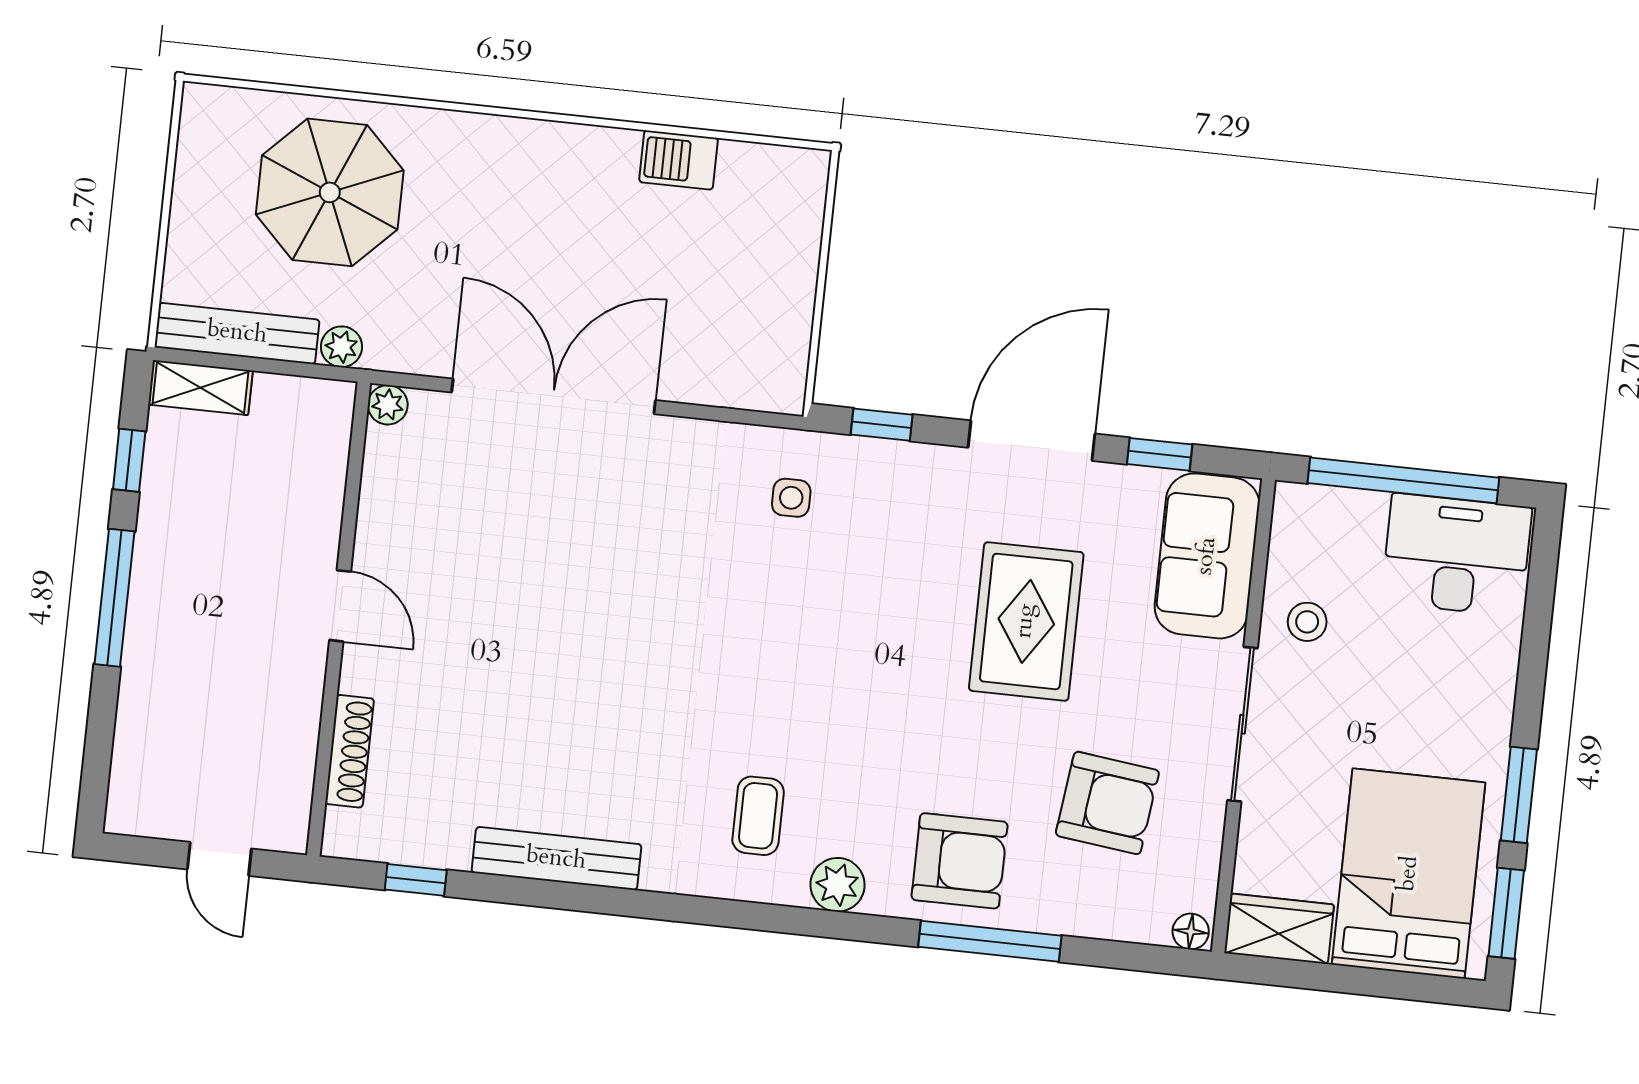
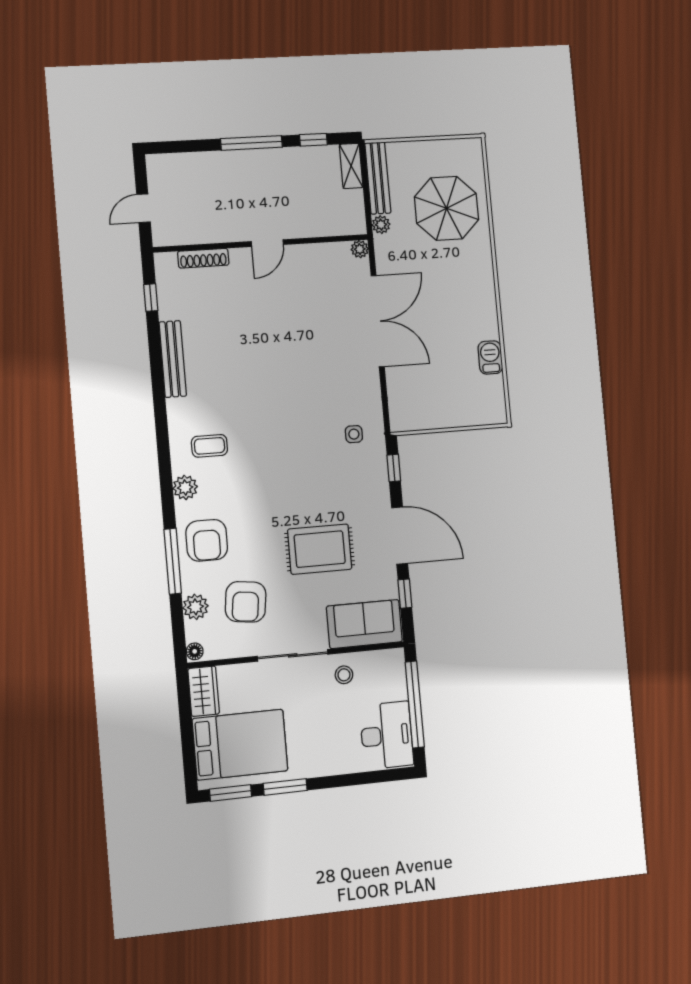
plant: (1097, 912) -> (195, 607), added

